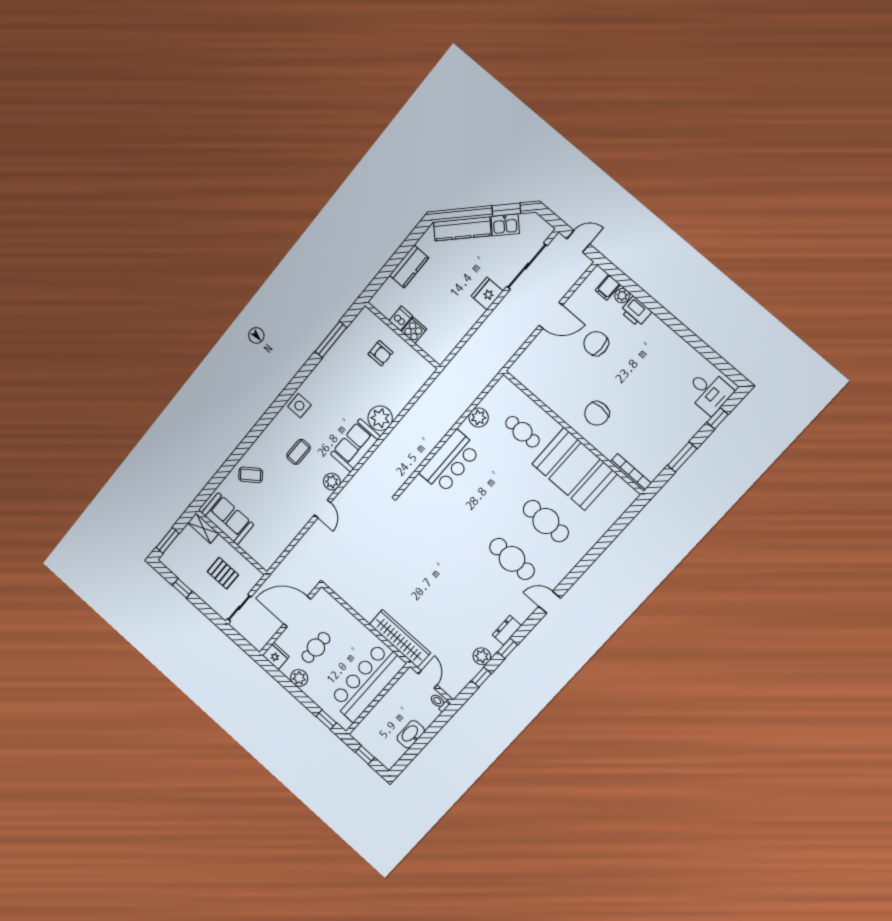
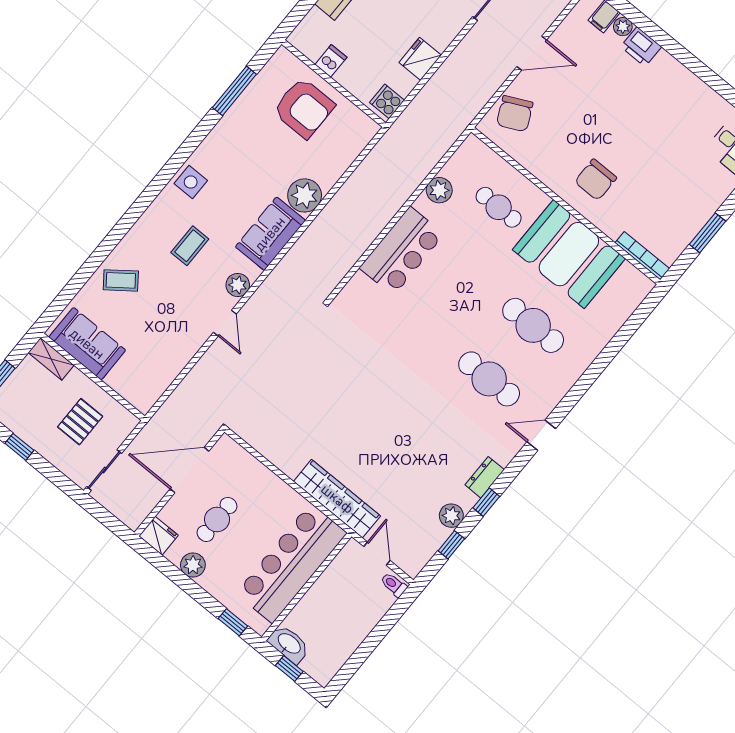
fridge: (487, 294) -> (420, 59), moved
cooker: (414, 330) -> (387, 101), moved, turned -90
chair: (596, 343) -> (515, 114), moved, turned -116
armchair: (380, 353) -> (304, 108), width x1.88, depth x1.88
pallet: (223, 573) -> (80, 422), turned 90
washbasin: (411, 734) -> (289, 644), moved, turned 90

